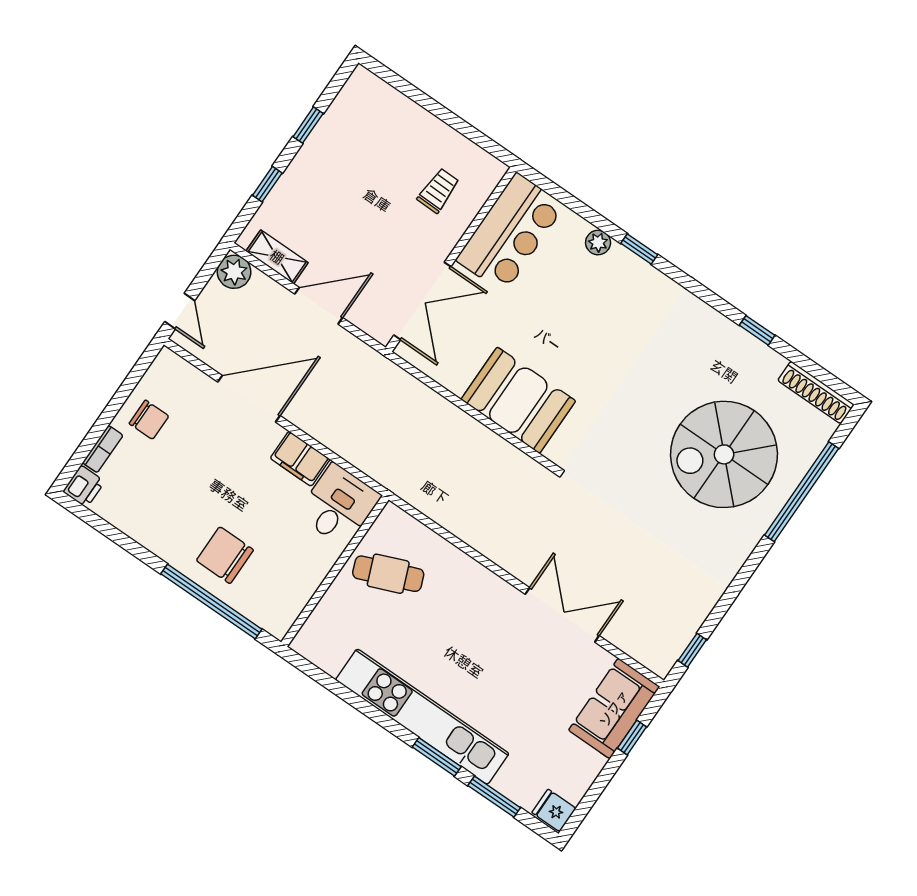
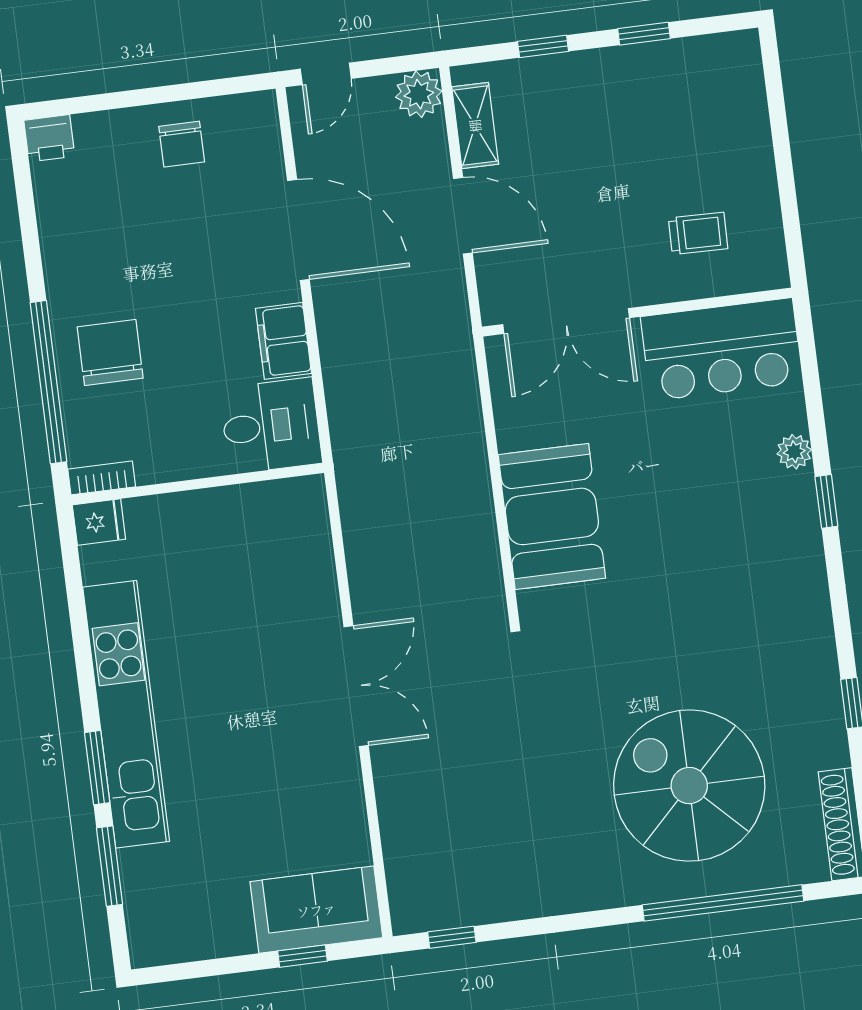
bookcase: (103, 449) -> (102, 478), moved, turned 180
cafe table: (388, 574) -> (245, 543), removed
double door: (562, 615) -> (356, 686), moved
fridge: (554, 810) -> (99, 522), moved, turned 90

